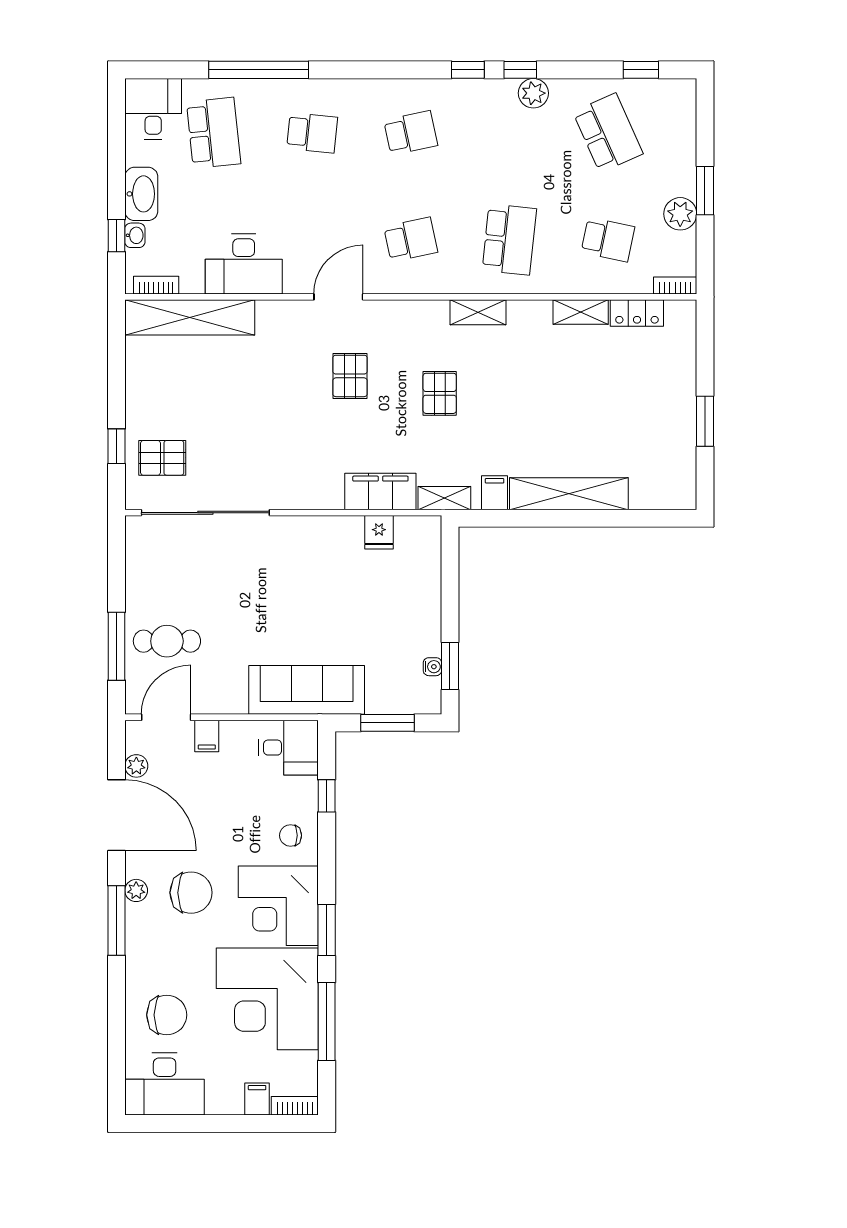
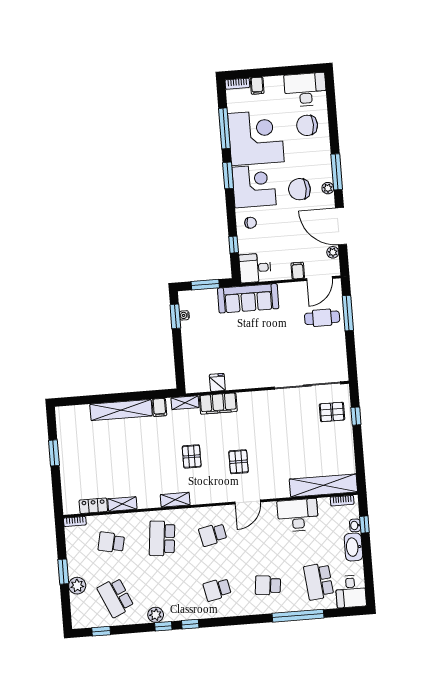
plant: (680, 214) -> (77, 586), moved

